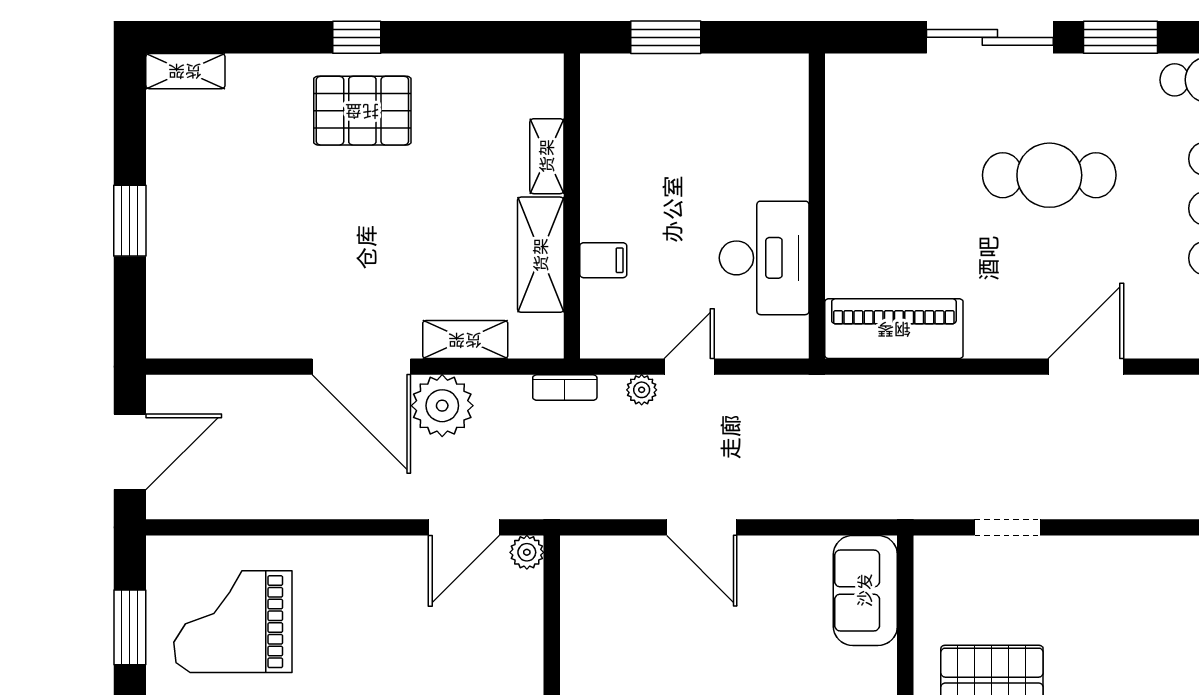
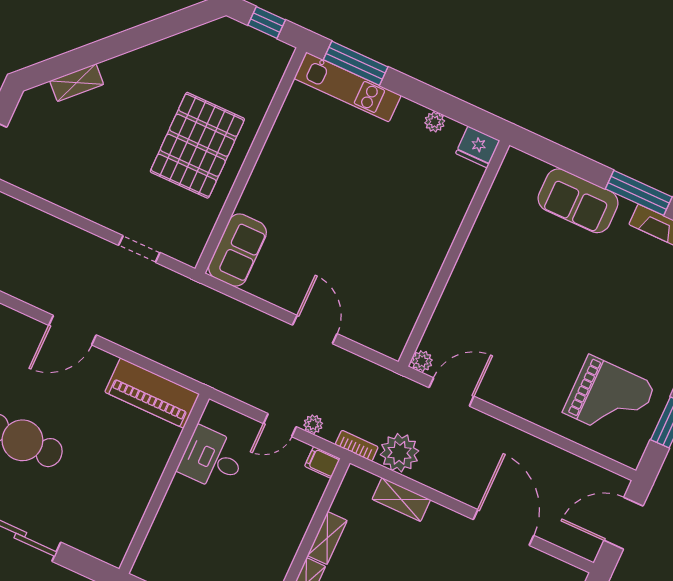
shelving: (541, 255) -> (327, 538), width x0.67, depth x0.75
desk: (764, 258) -> (212, 459), width x0.73
filing cabinet: (603, 260) -> (322, 462), moved
door: (361, 367) -> (503, 527), moved
door: (1086, 367) -> (73, 330), moved
plant: (442, 406) -> (399, 453), moved

